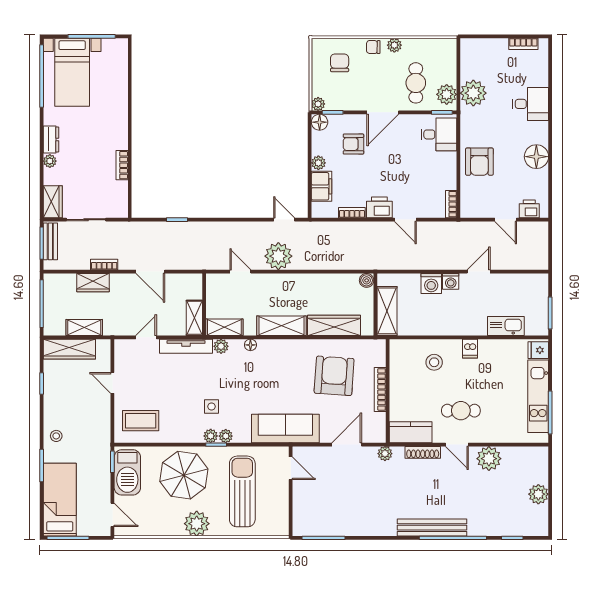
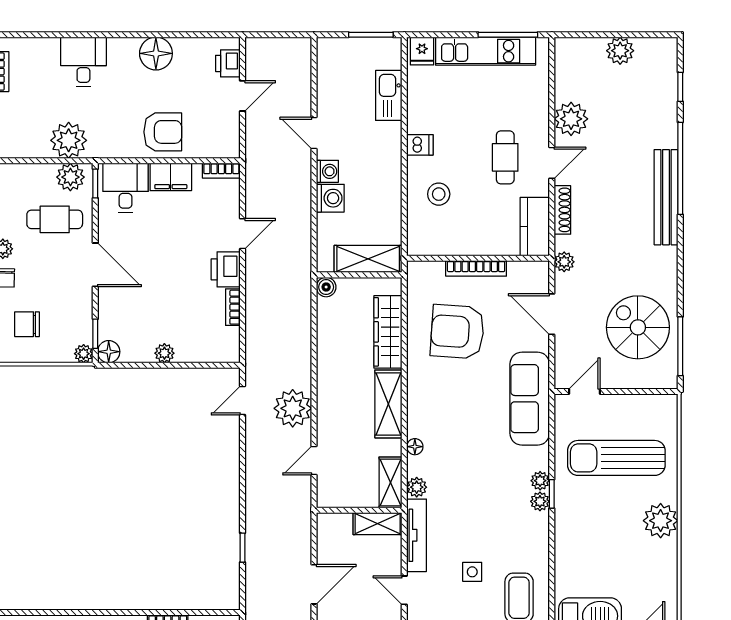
armchair: (353, 144) -> (139, 305), removed
filing cabinet: (321, 186) -> (171, 177), moved, turned 180
side table: (211, 407) -> (472, 572), moved
parasol: (184, 475) -> (594, 538), removed
spiral stairs: (337, 507) -> (638, 327), added

